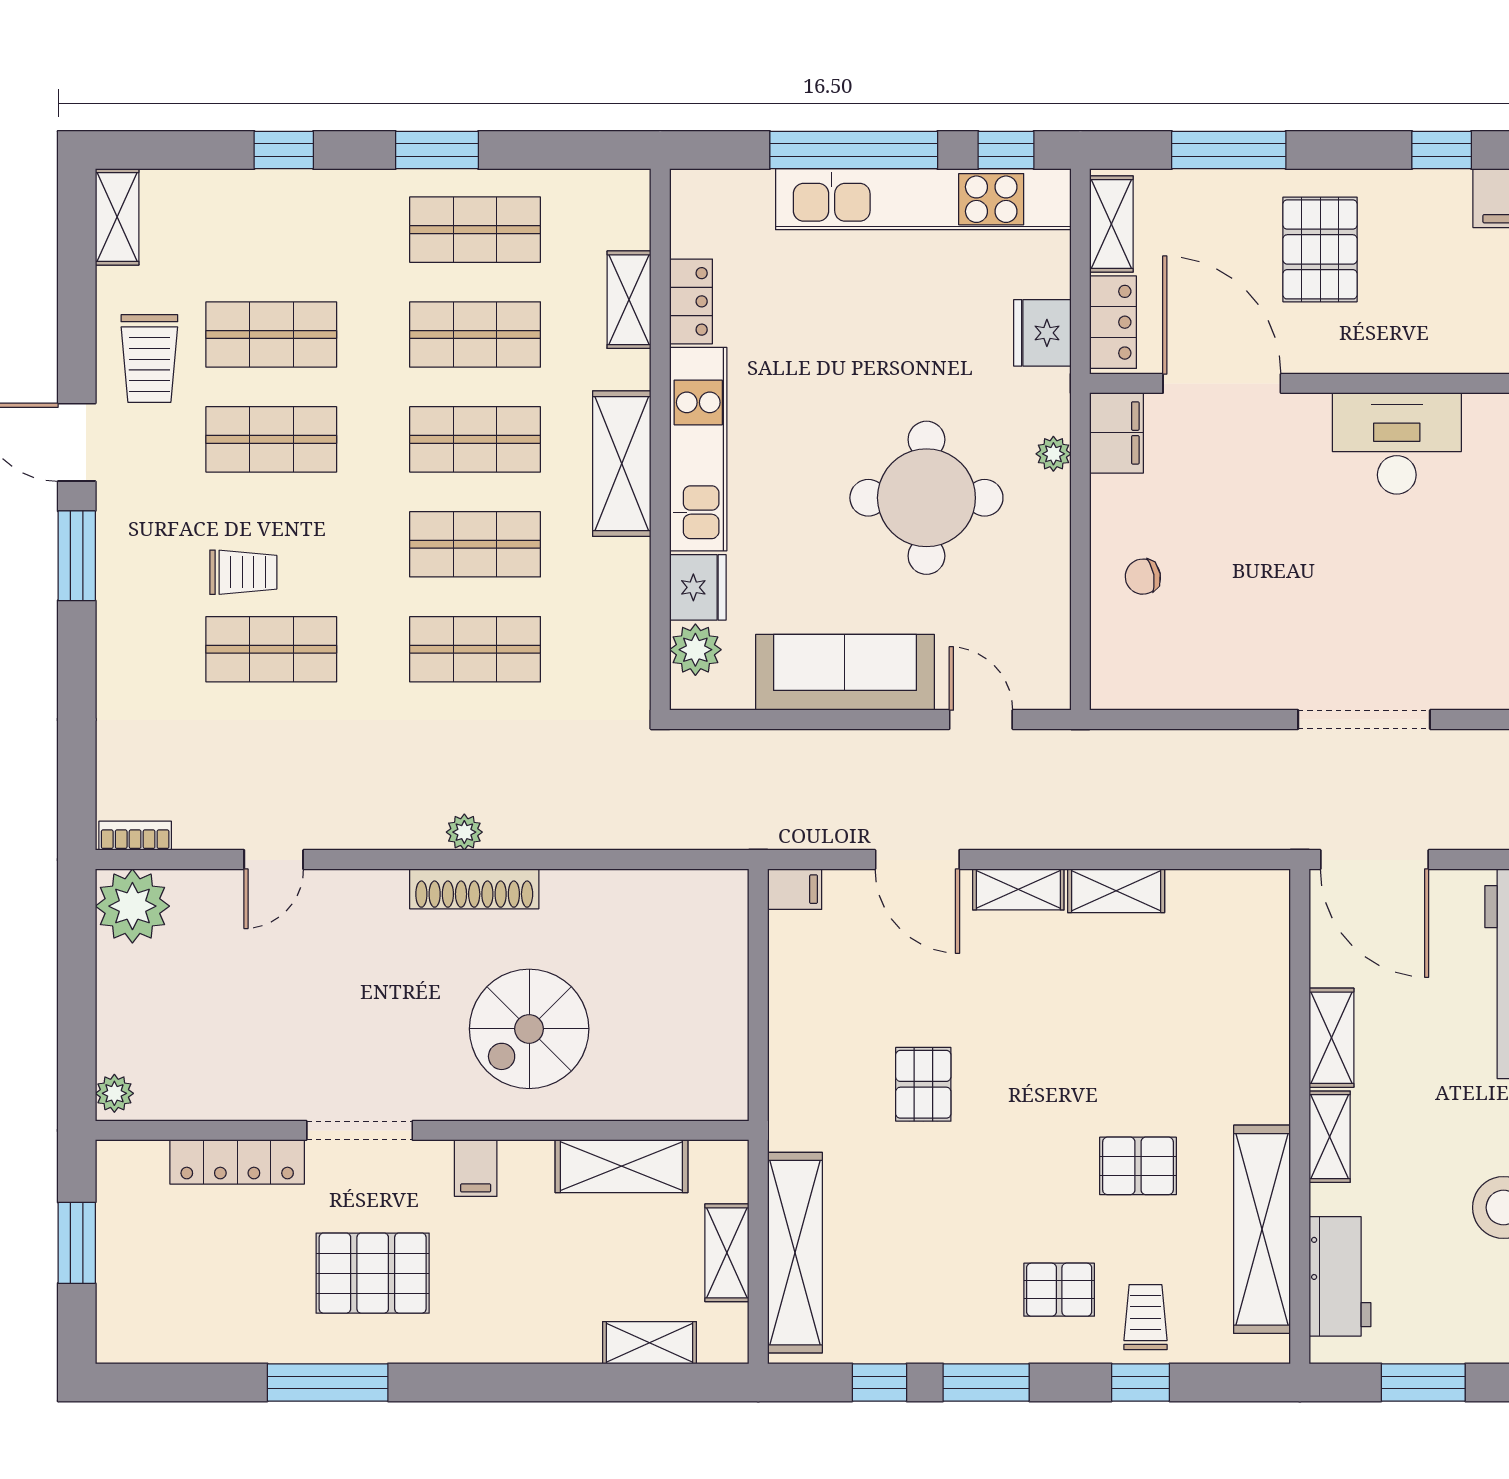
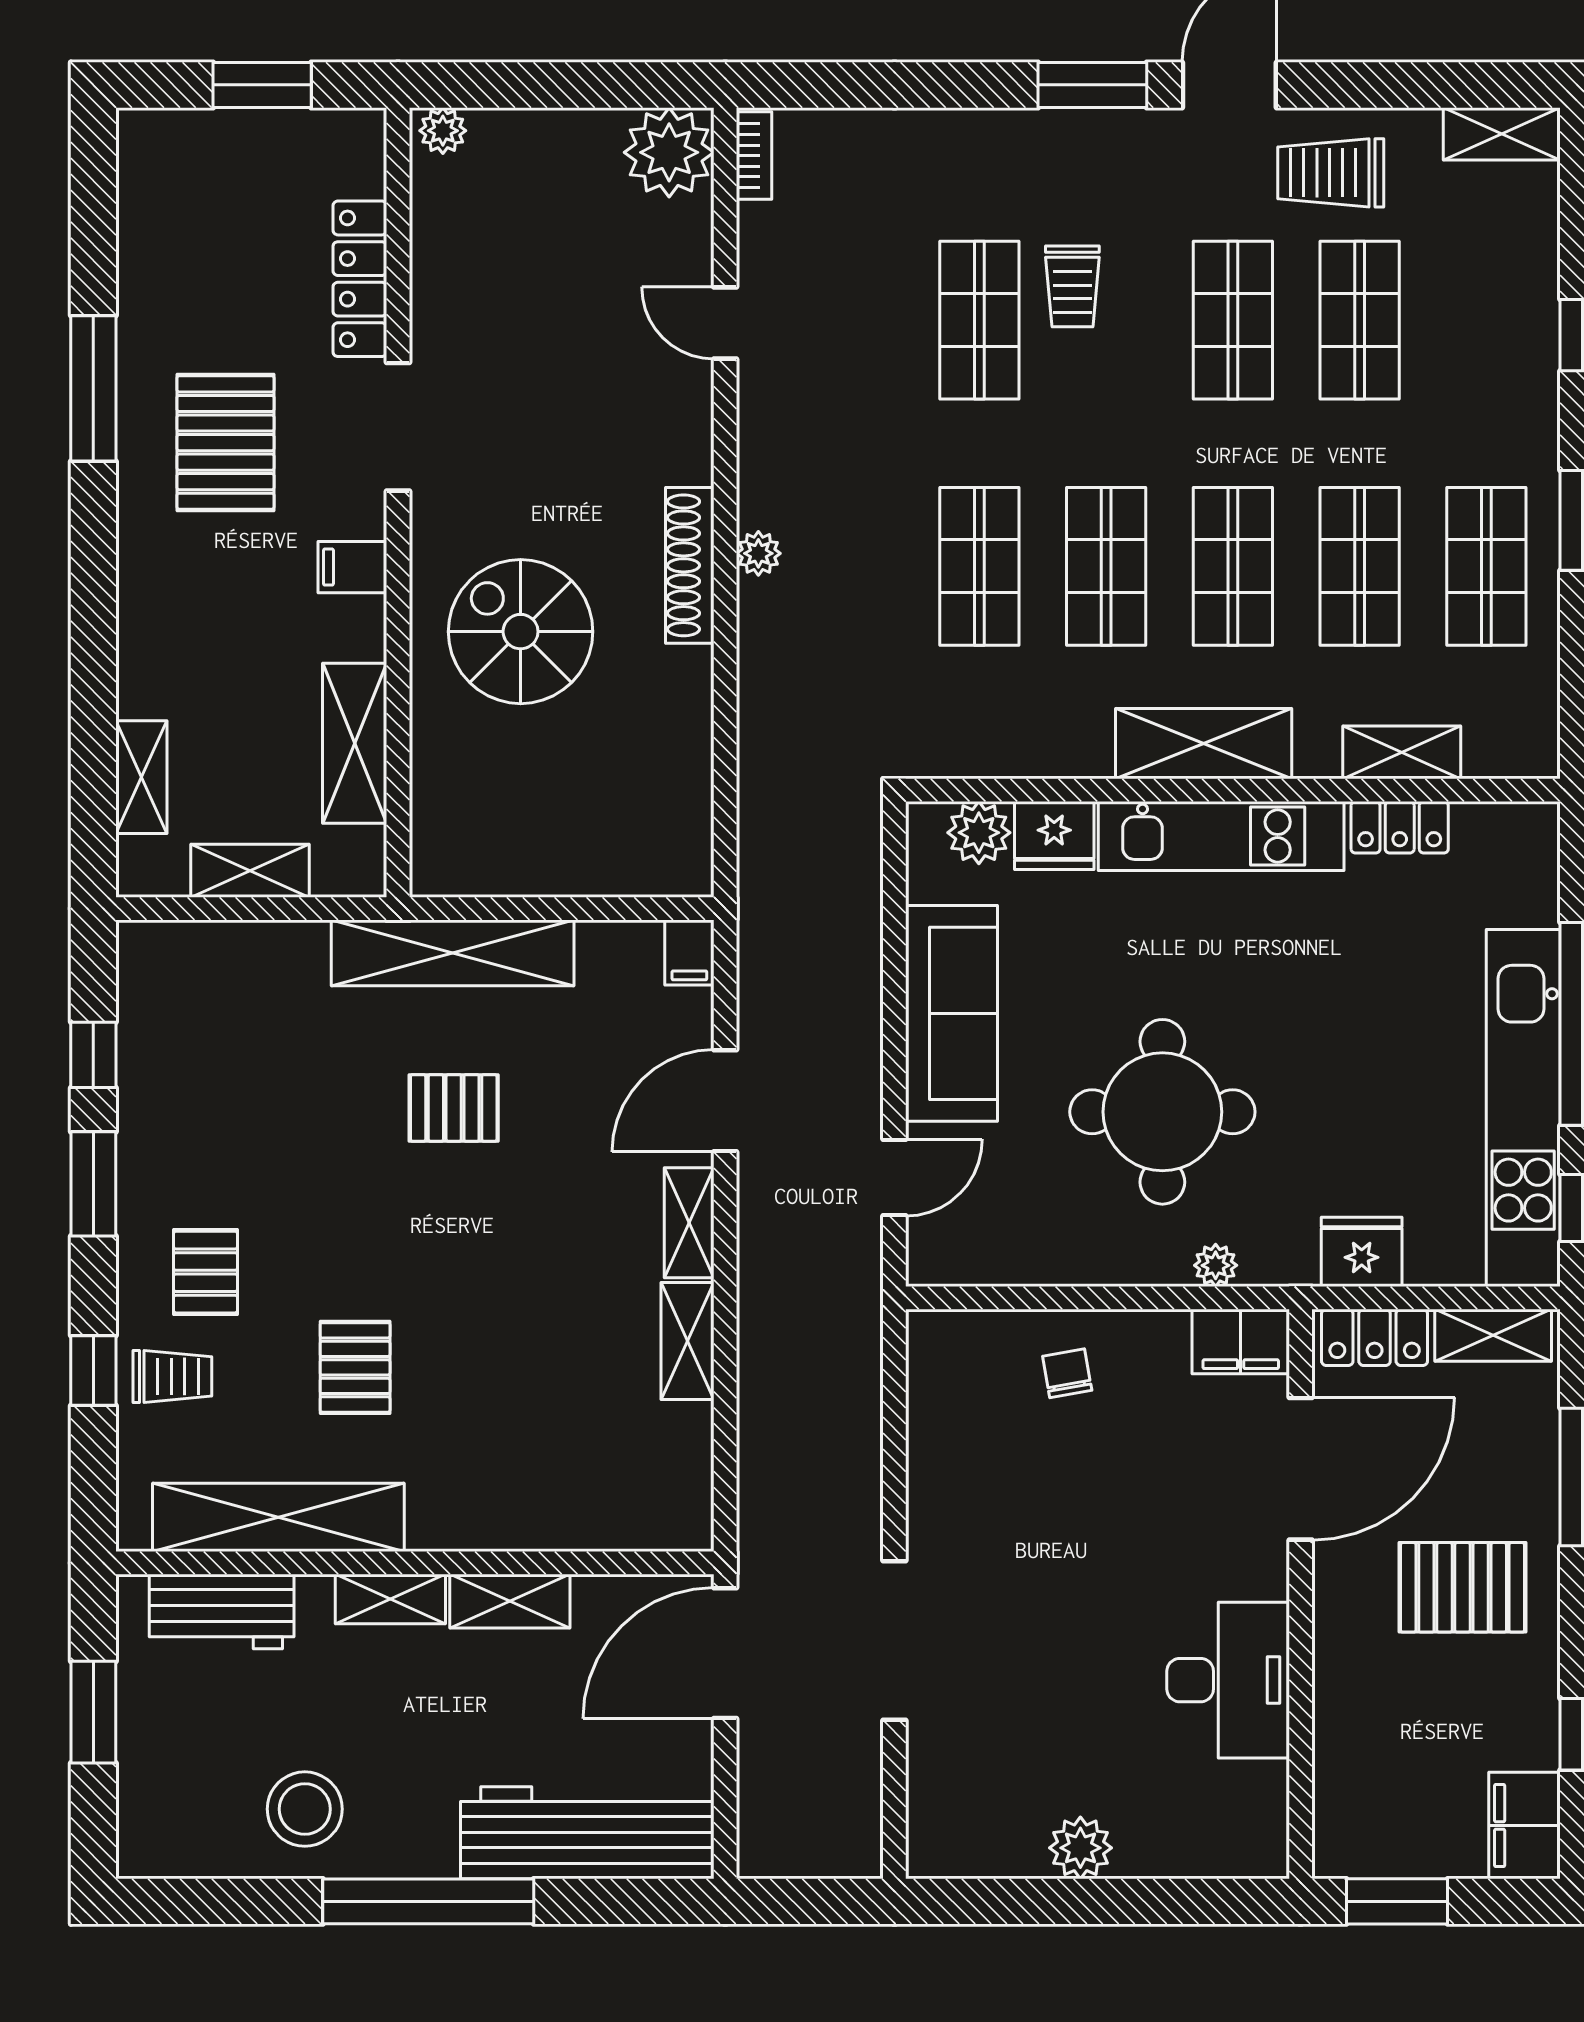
shelving: (795, 1253) -> (453, 953), moved

